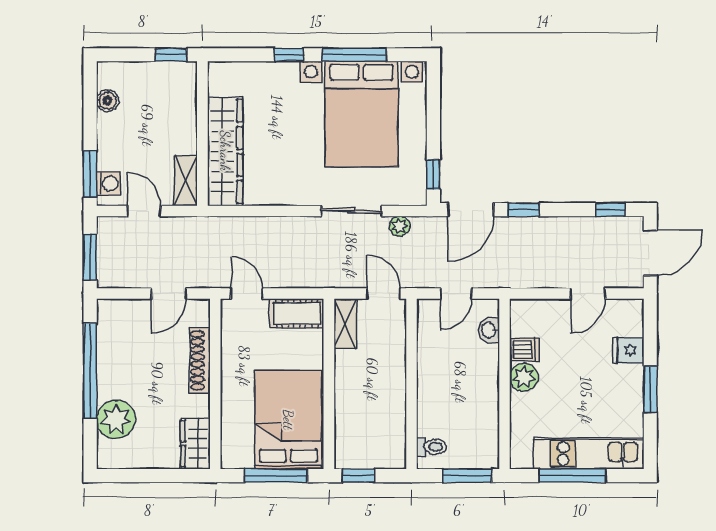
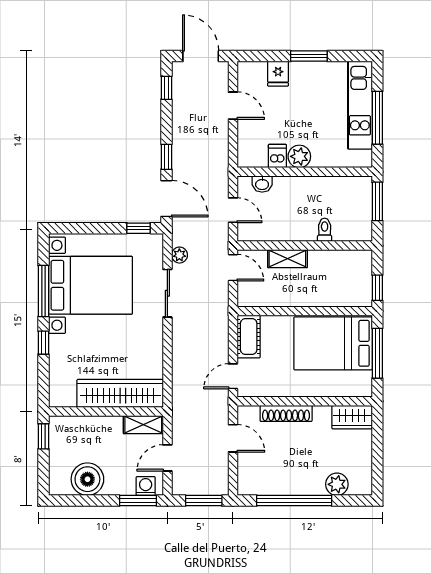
boiler: (108, 101) -> (87, 479), width x1.86, depth x1.86
door: (384, 294) -> (233, 268), swing flipped
shelving: (345, 324) -> (287, 259), moved
plant: (116, 419) -> (337, 484), width x0.73, depth x0.73
toilet: (431, 447) -> (325, 230), moved

